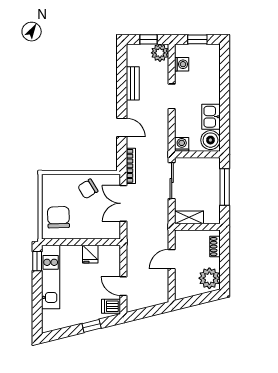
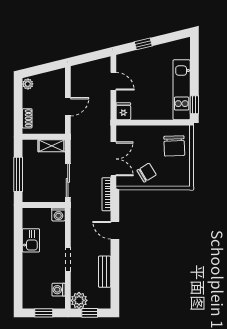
boiler: (210, 140) -> (31, 218), removed
fridge: (90, 254) -> (123, 111), moved
plant: (209, 278) -> (28, 84), width x0.53, depth x0.53
dishwasher: (111, 306) -> (125, 62), removed

